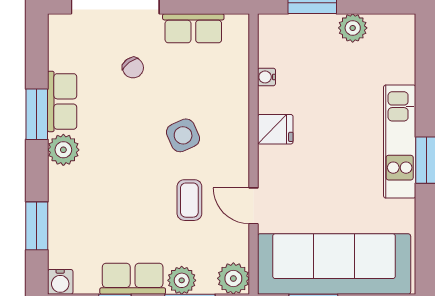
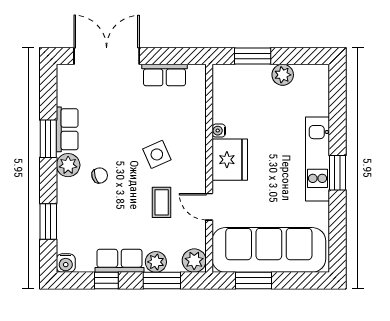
chair: (133, 68) -> (100, 176), moved, turned -72
water cooler: (266, 77) -> (219, 131), moved
fridge: (275, 129) -> (230, 160), width x1.88, depth x1.34

